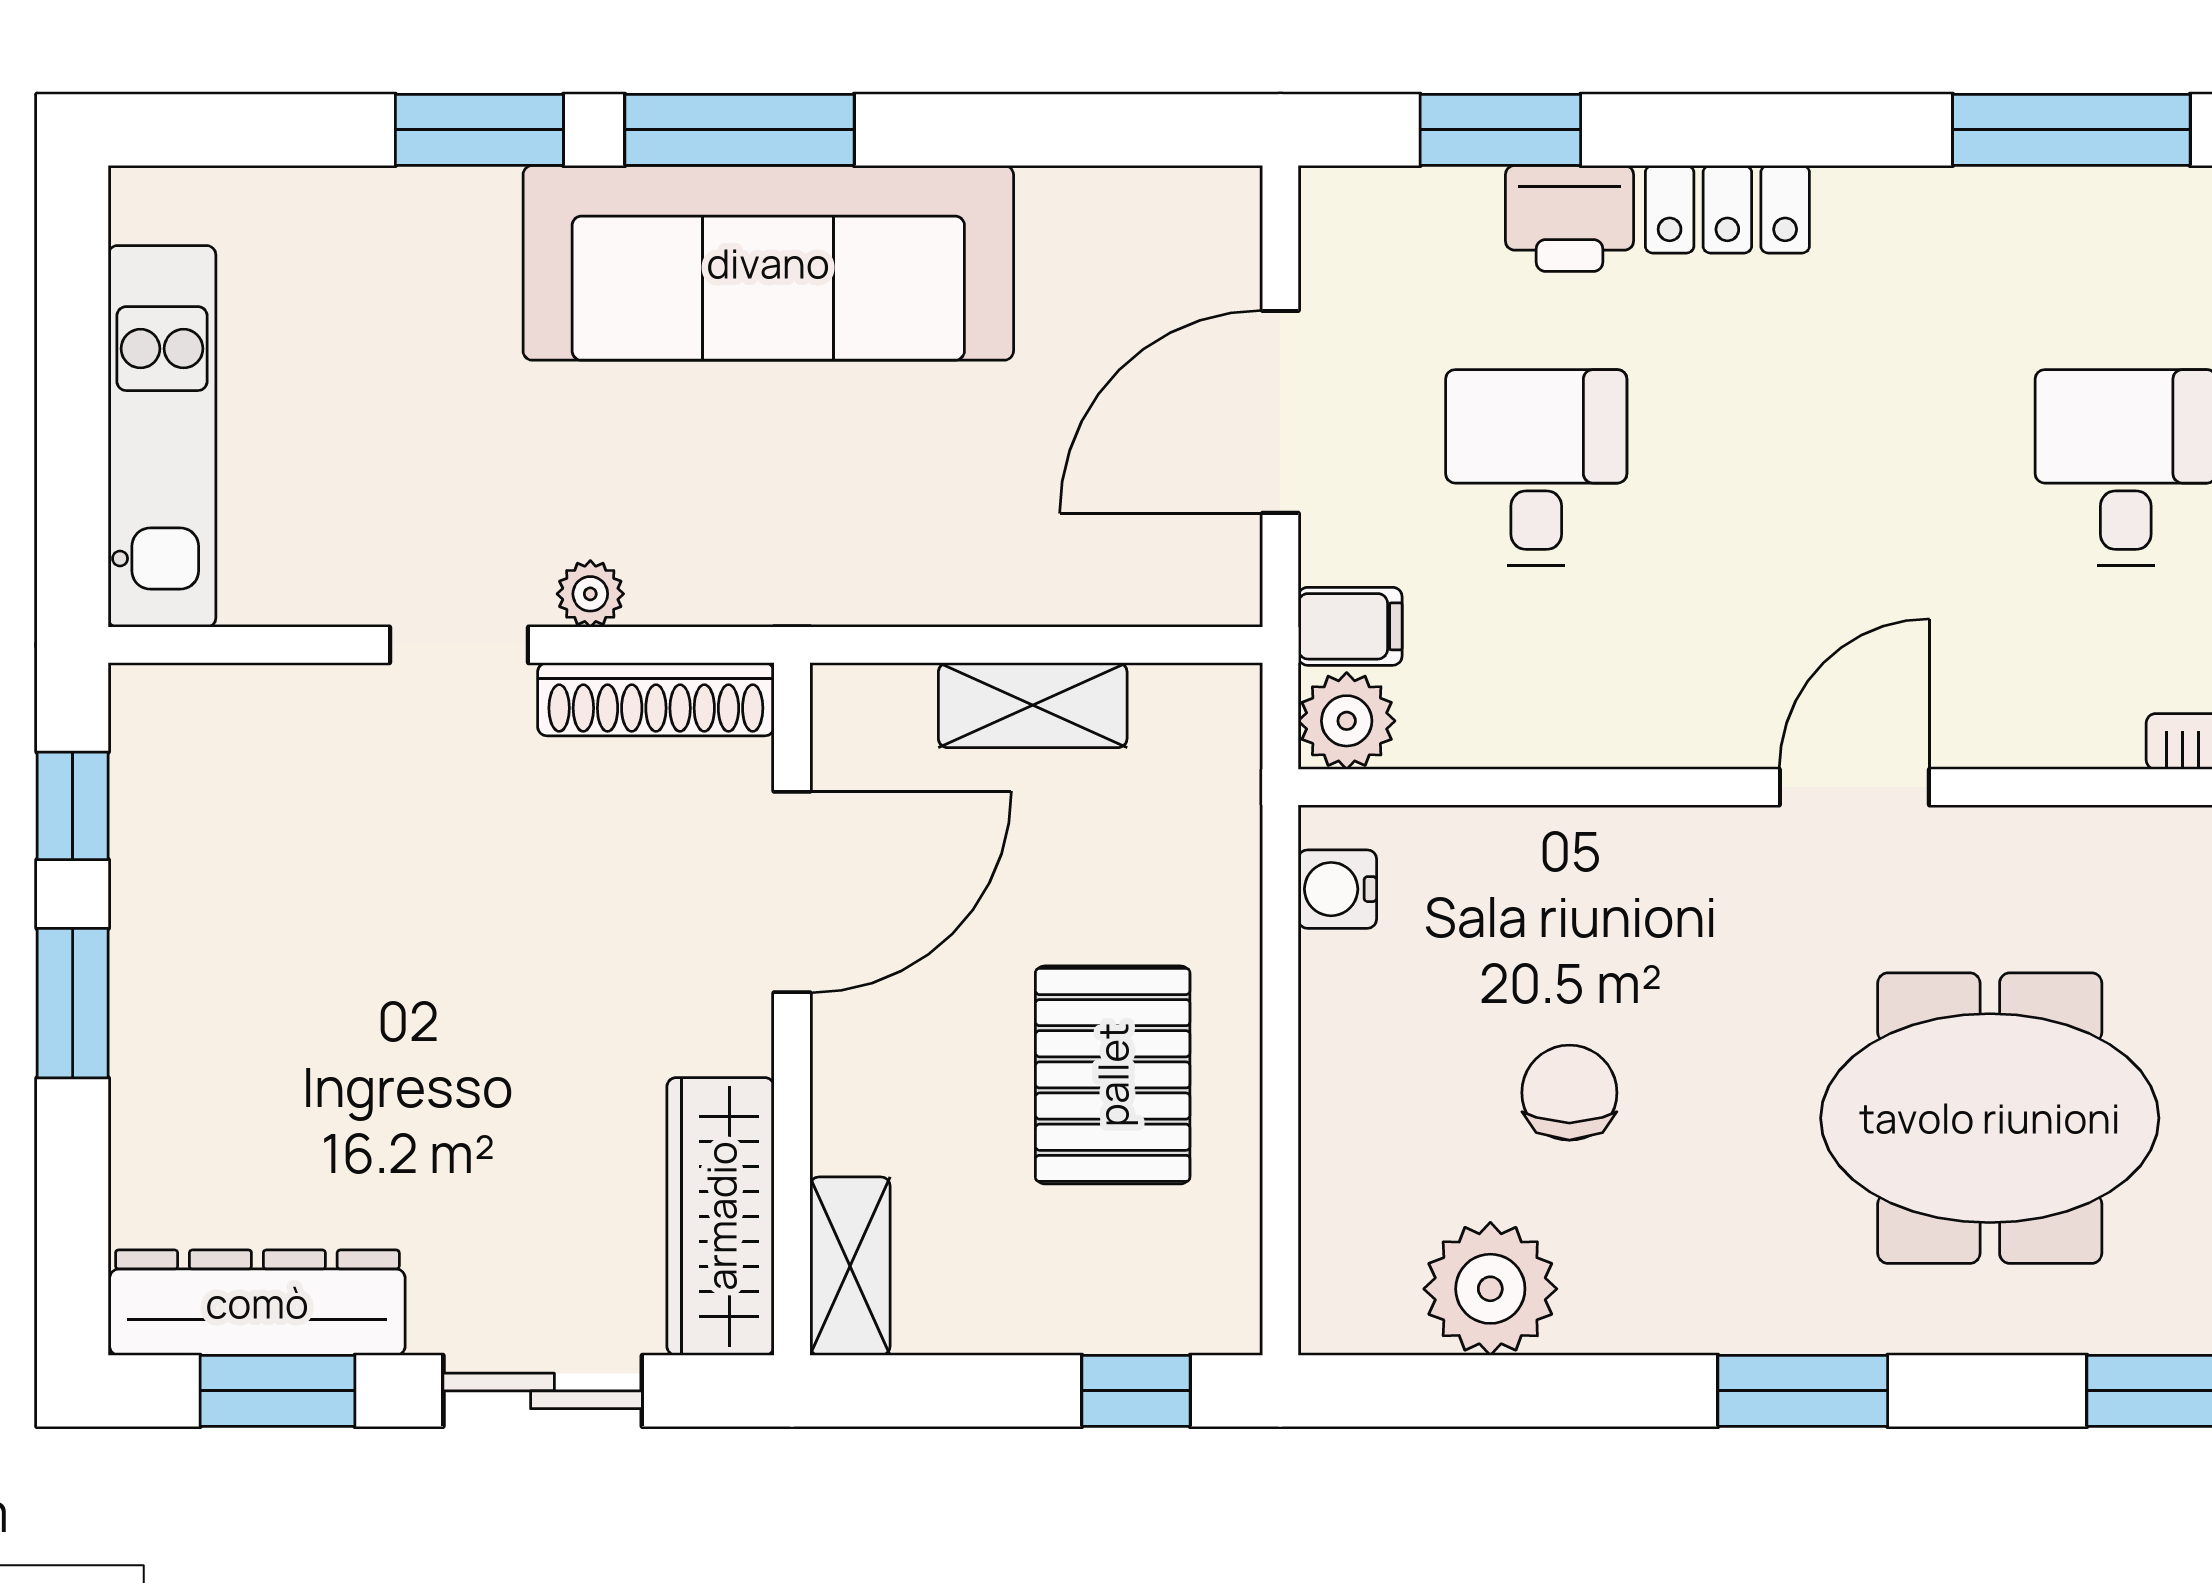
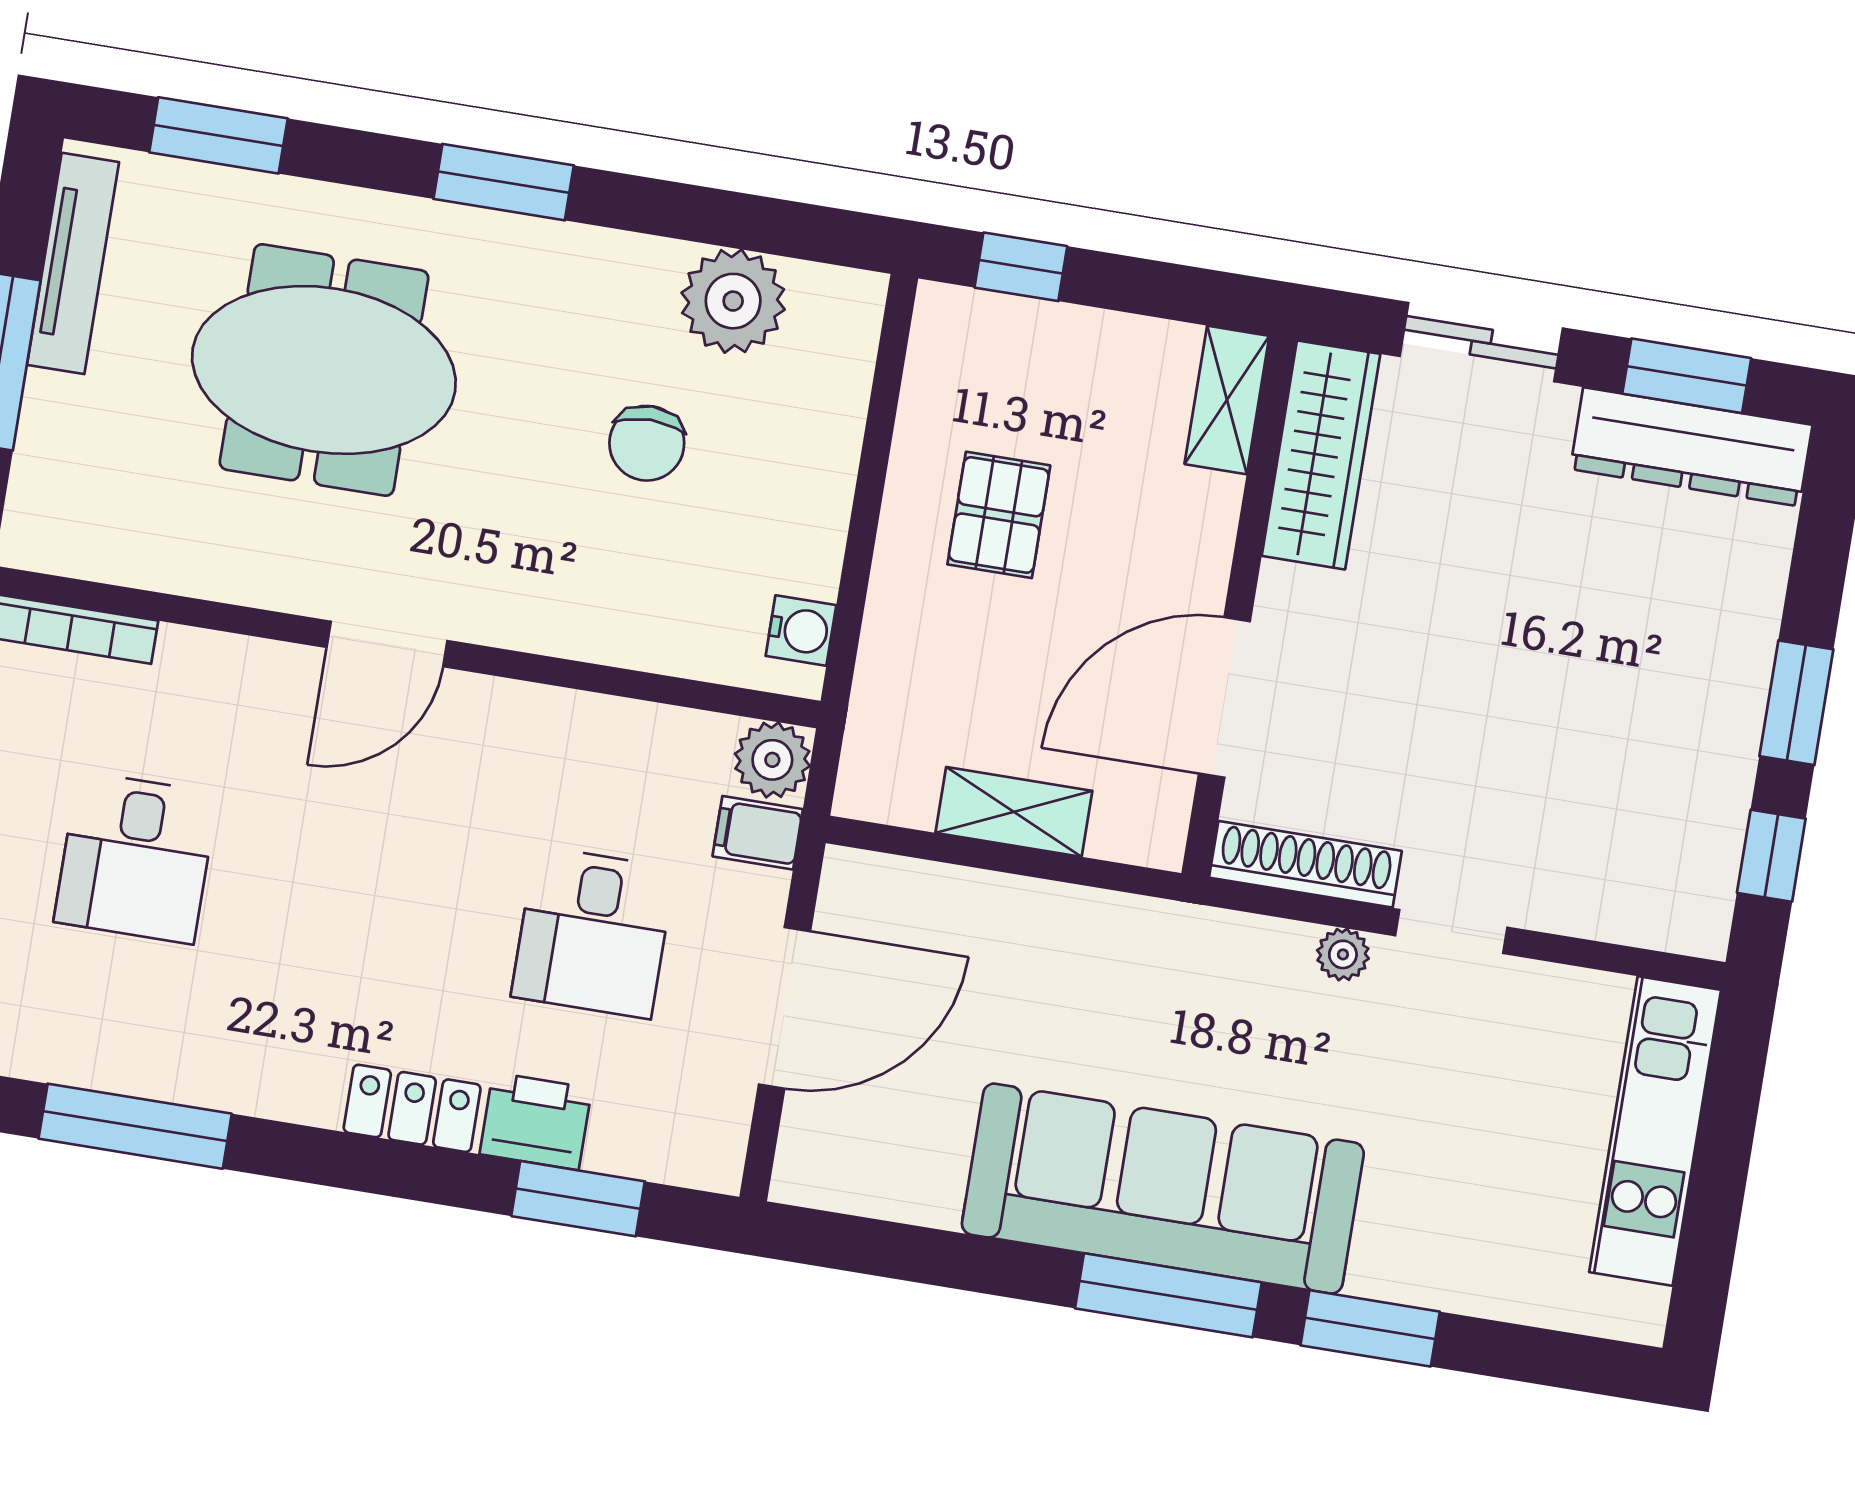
pallet: (1113, 1075) -> (999, 515), width x0.67, depth x0.71

